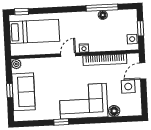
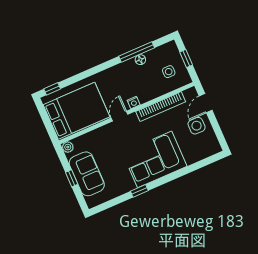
bed: (34, 31) -> (77, 111), width x1.50
side table: (132, 39) -> (169, 72), moved
floor lamp: (114, 111) -> (191, 157), removed

